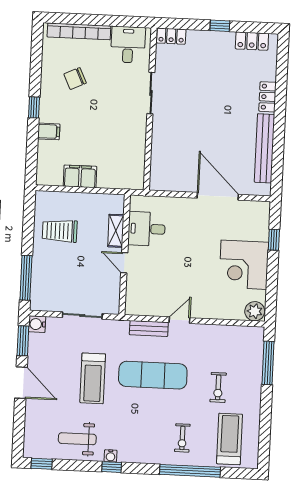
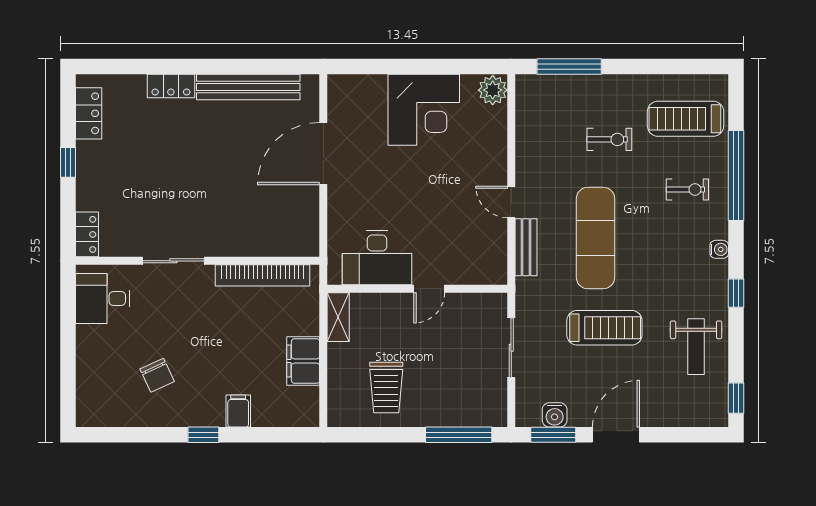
bookcase: (79, 31) -> (263, 275), moved, turned 90
desk: (147, 229) -> (377, 258), width x1.37
shelving: (116, 231) -> (338, 317), moved, turned 90
window: (274, 240) -> (384, 66), removed
water cooler: (37, 324) -> (555, 415), moved
water cooler: (111, 456) -> (719, 249), moved

